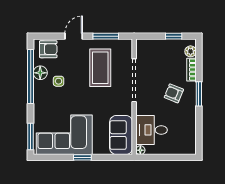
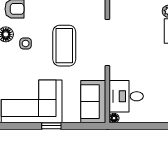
coffee table: (100, 68) -> (64, 46), moved
armchair: (174, 93) -> (150, 57), removed

